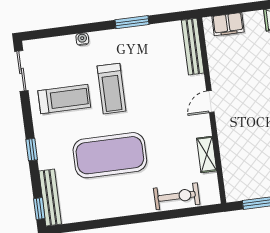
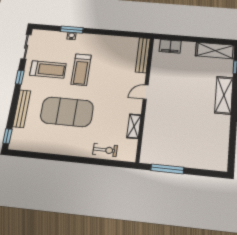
window: (132, 22) -> (72, 30), moved
window: (32, 150) -> (20, 77), moved
exercise bike: (177, 196) -> (105, 150), width x0.73, depth x0.72
bench: (50, 198) -> (22, 109), moved

